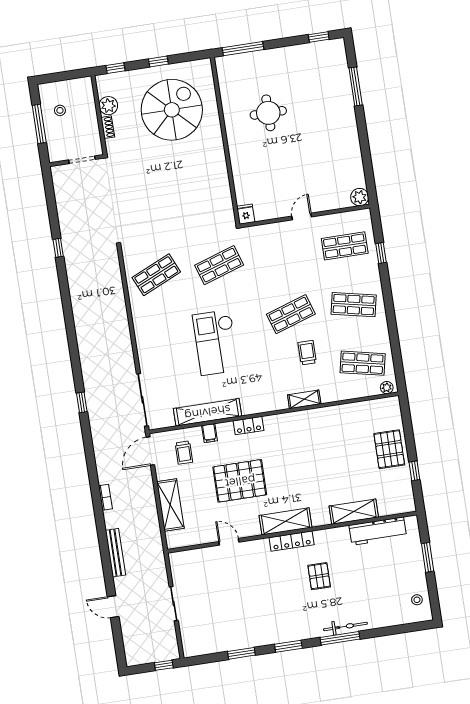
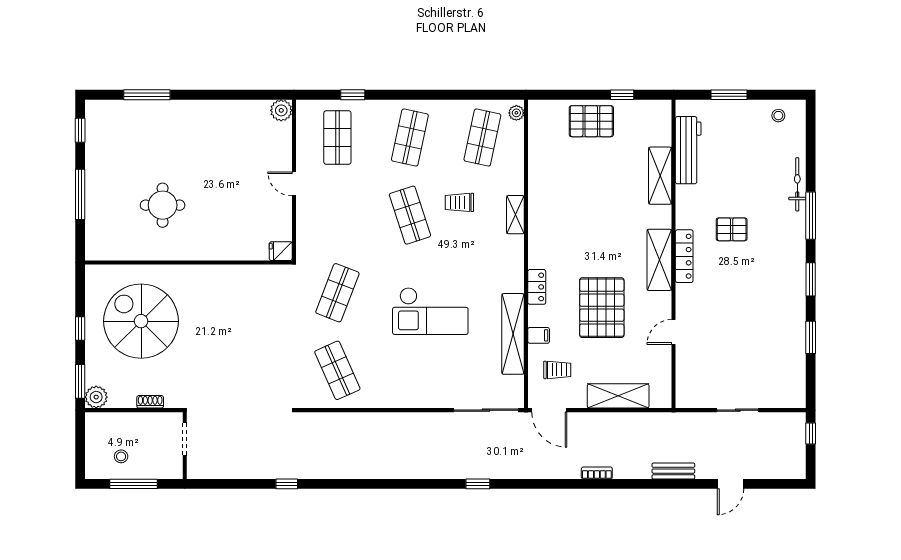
window: (243, 49) -> (80, 194), moved
window: (116, 68) -> (80, 381), width x1.50
plant: (108, 106) -> (96, 397), moved
shop shelf: (219, 265) -> (337, 293), turned 39
bench: (115, 553) -> (673, 471), width x0.73
bicycle: (345, 626) -> (797, 184), moved

